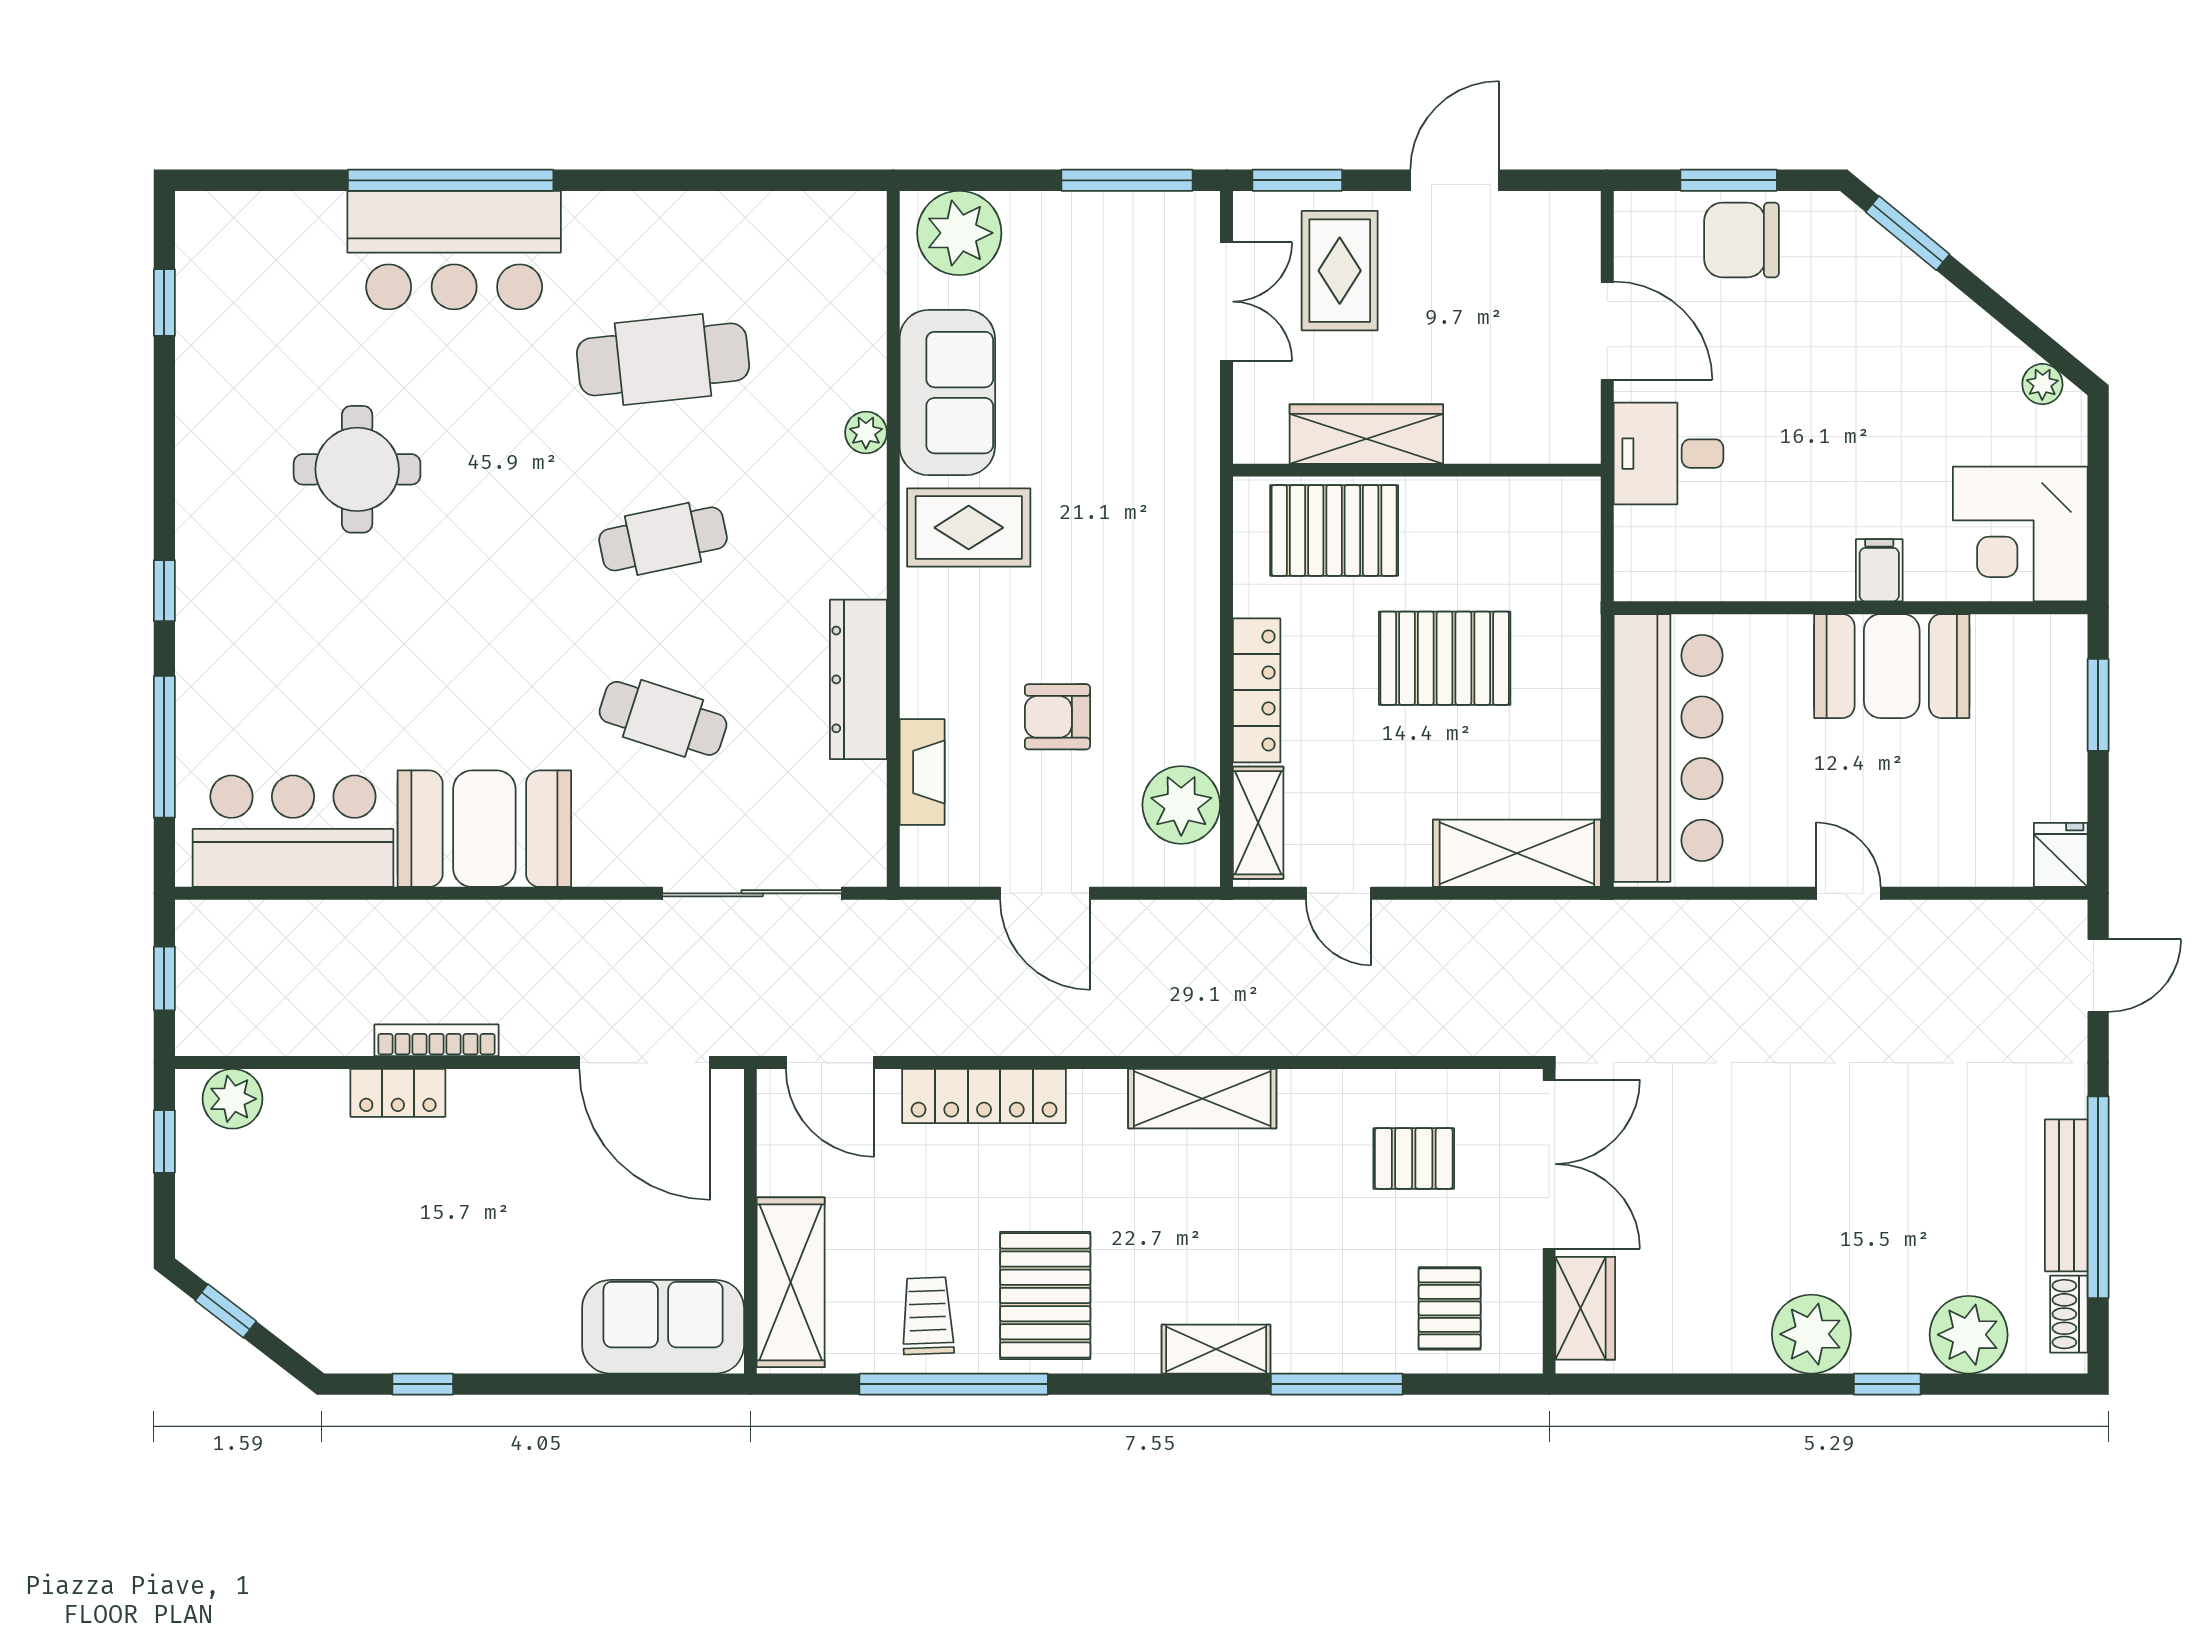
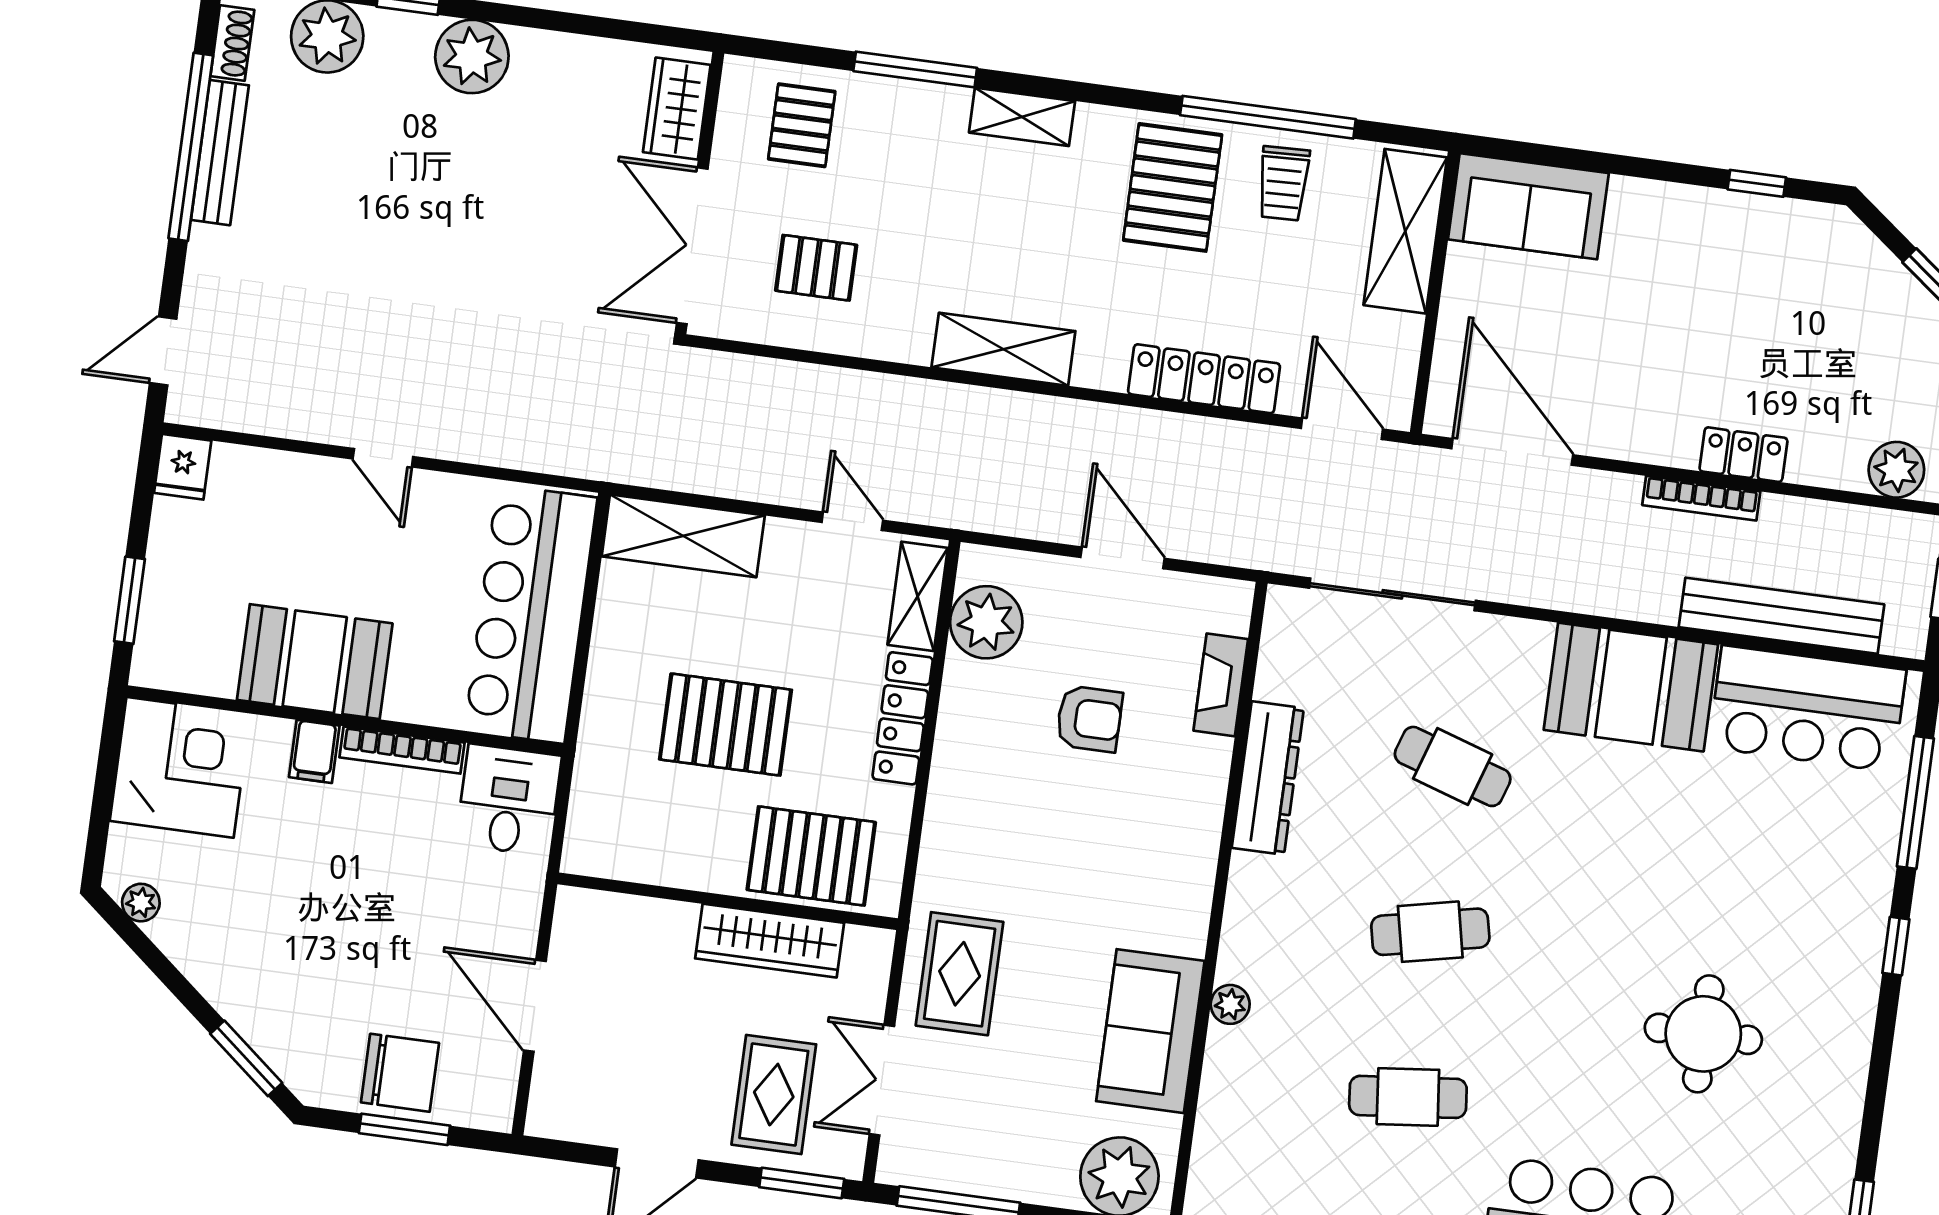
cafe table: (663, 359) -> (1408, 1097), width x0.73, depth x0.74
desk: (1668, 454) -> (509, 800), moved, turned -90
rug: (969, 528) -> (960, 974), moved, turned 90
bookcase: (1786, 584) -> (402, 750), added
bench: (334, 927) -> (1781, 616), added

